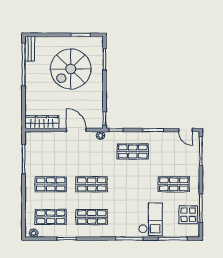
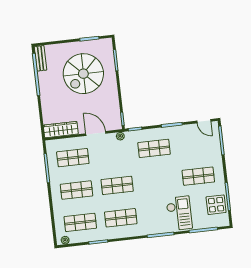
shop shelf: (51, 152) -> (73, 158), added

